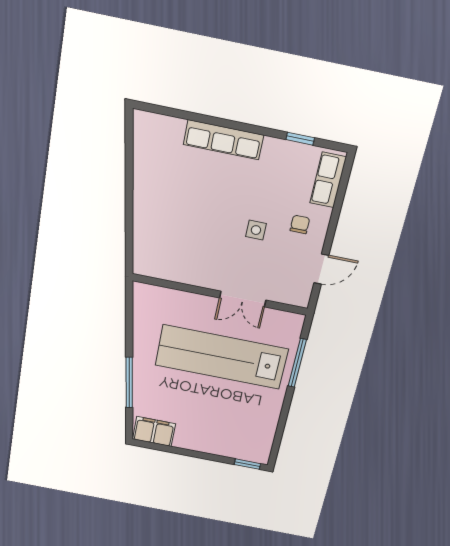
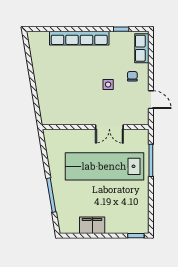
row of seats: (224, 140) -> (79, 38), width x1.36
door: (321, 269) -> (151, 100), hinge flipped
filing cabinet: (154, 431) -> (92, 225), moved

